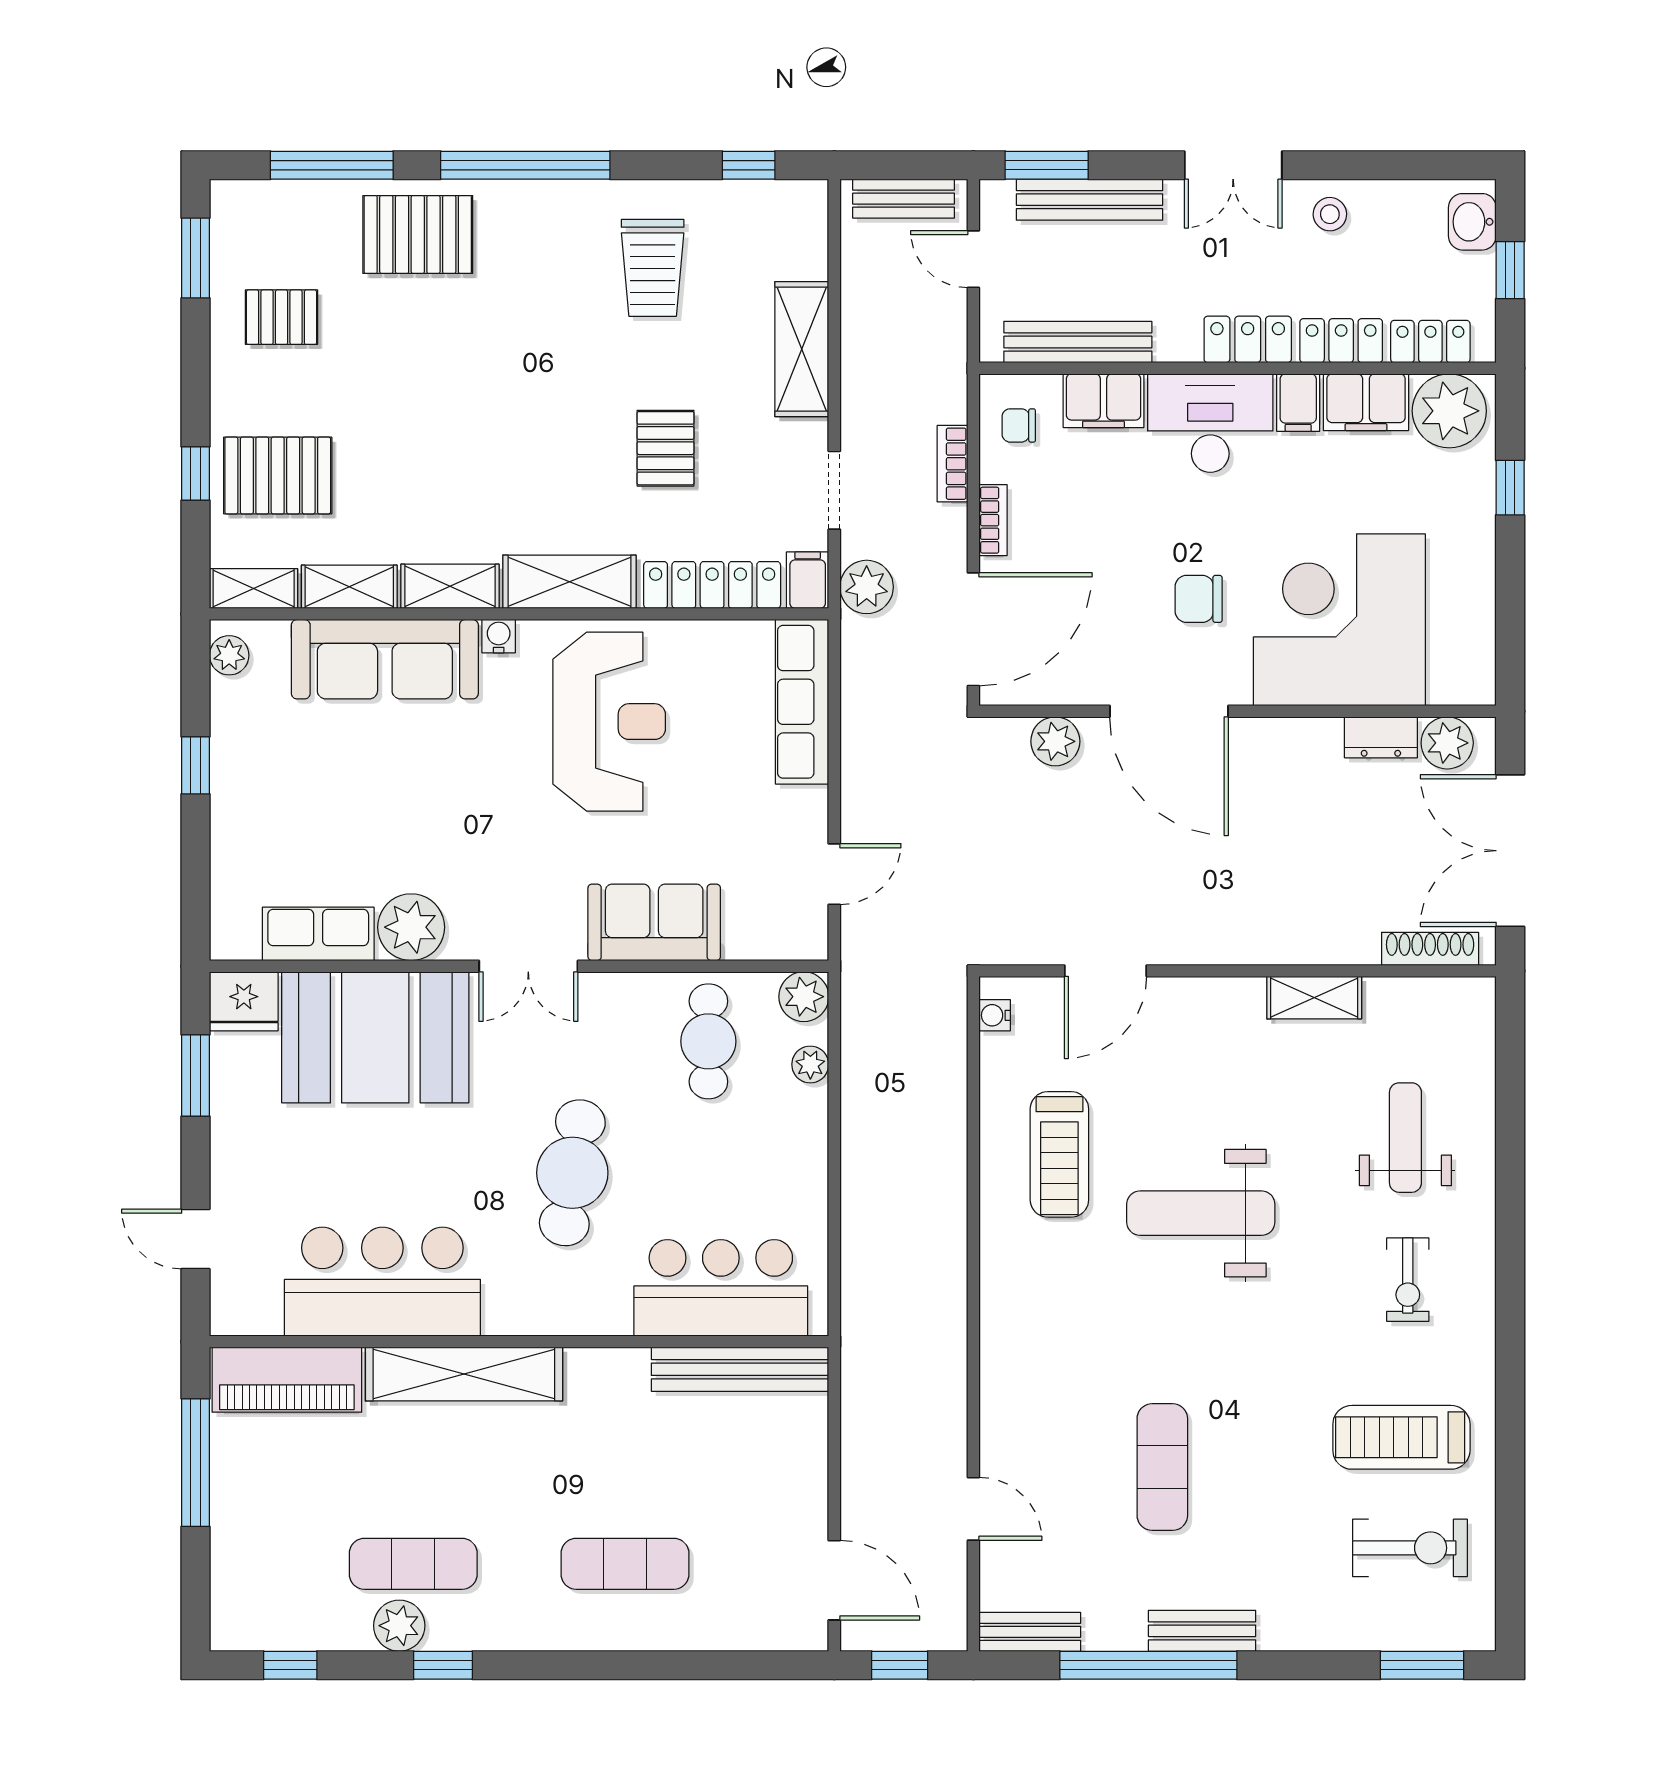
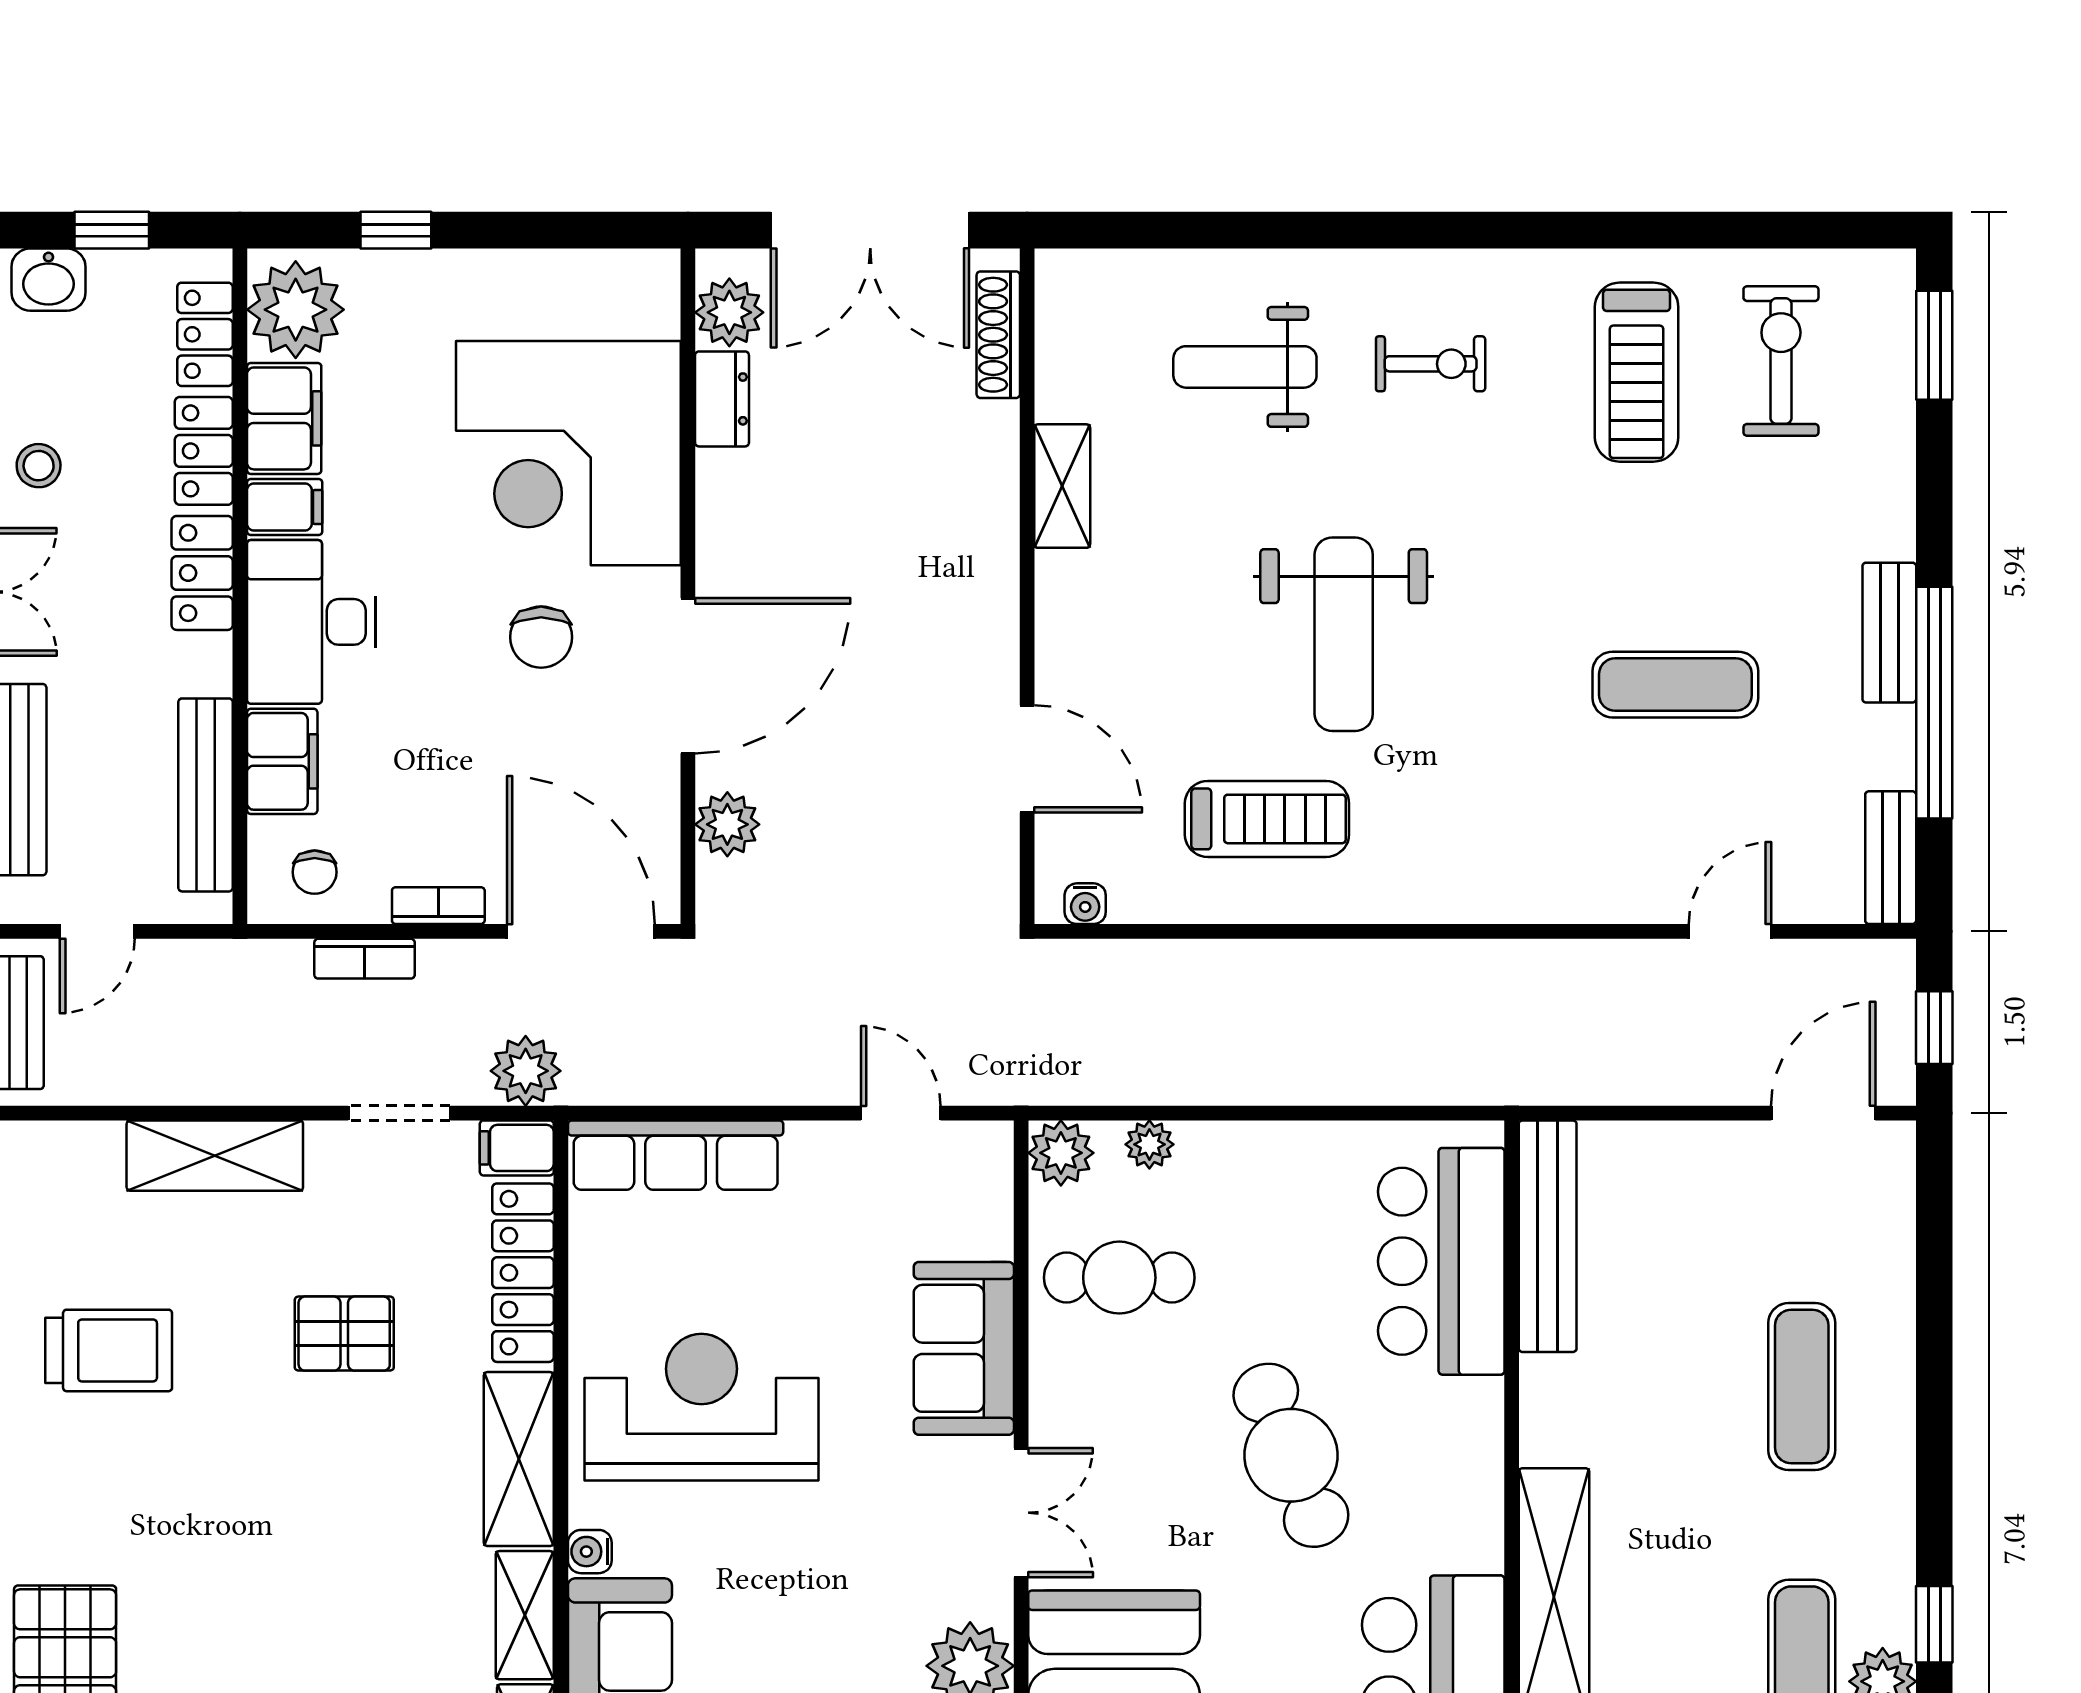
cafe table: (572, 1173) -> (1291, 1455), turned 59

